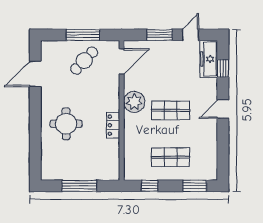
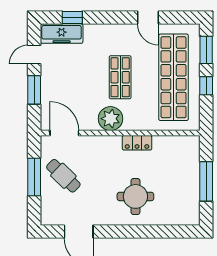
door: (190, 35) -> (34, 55), hinge flipped
door: (223, 109) -> (148, 18), moved
shop shelf: (171, 157) -> (173, 77), width x2.00, depth x1.36
window: (150, 186) -> (206, 86), moved

